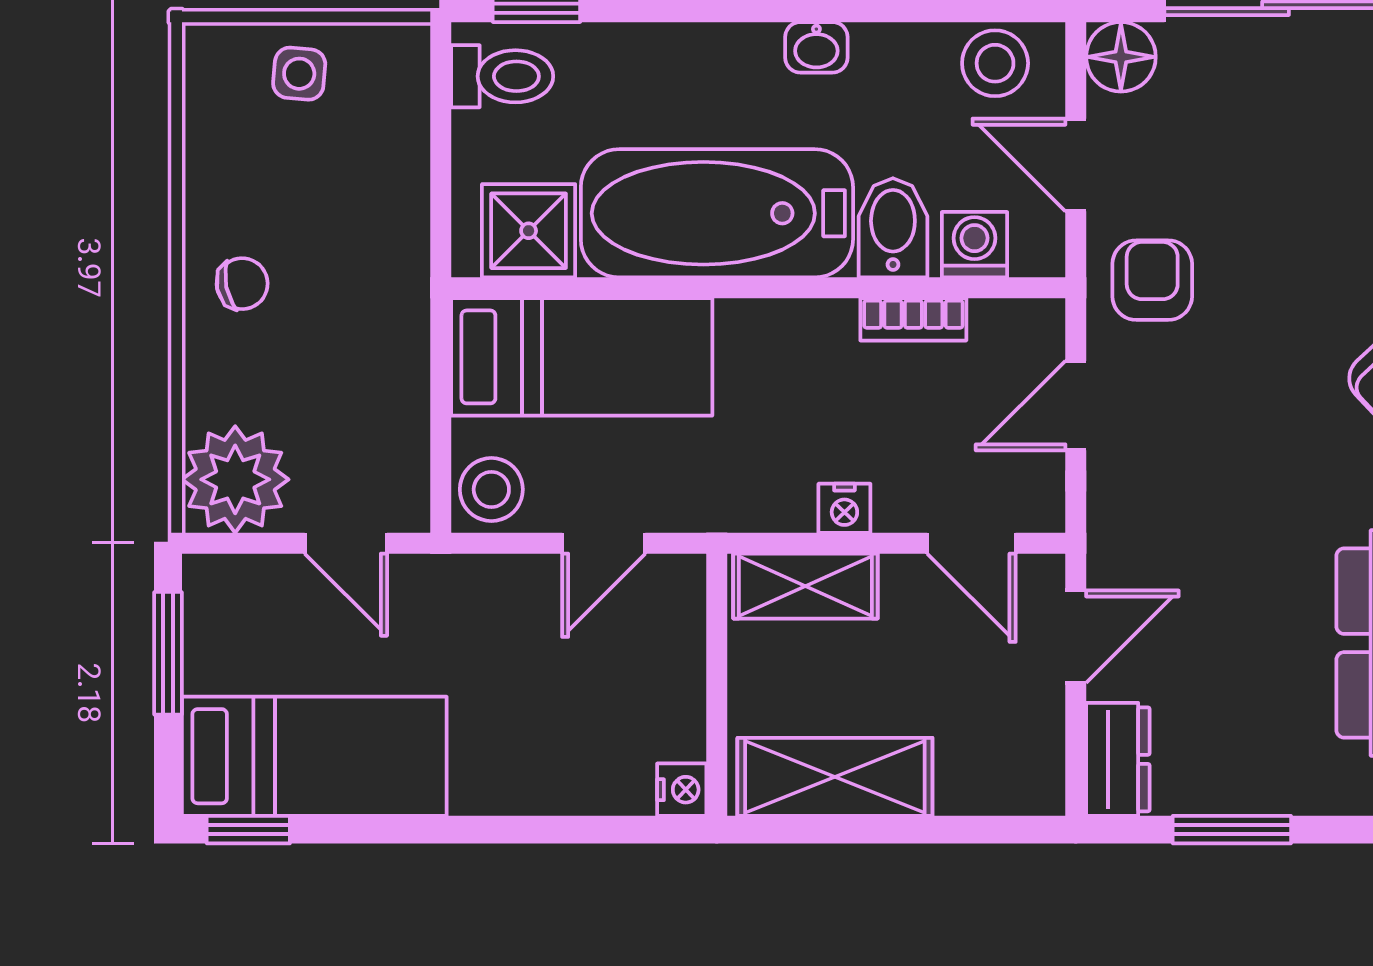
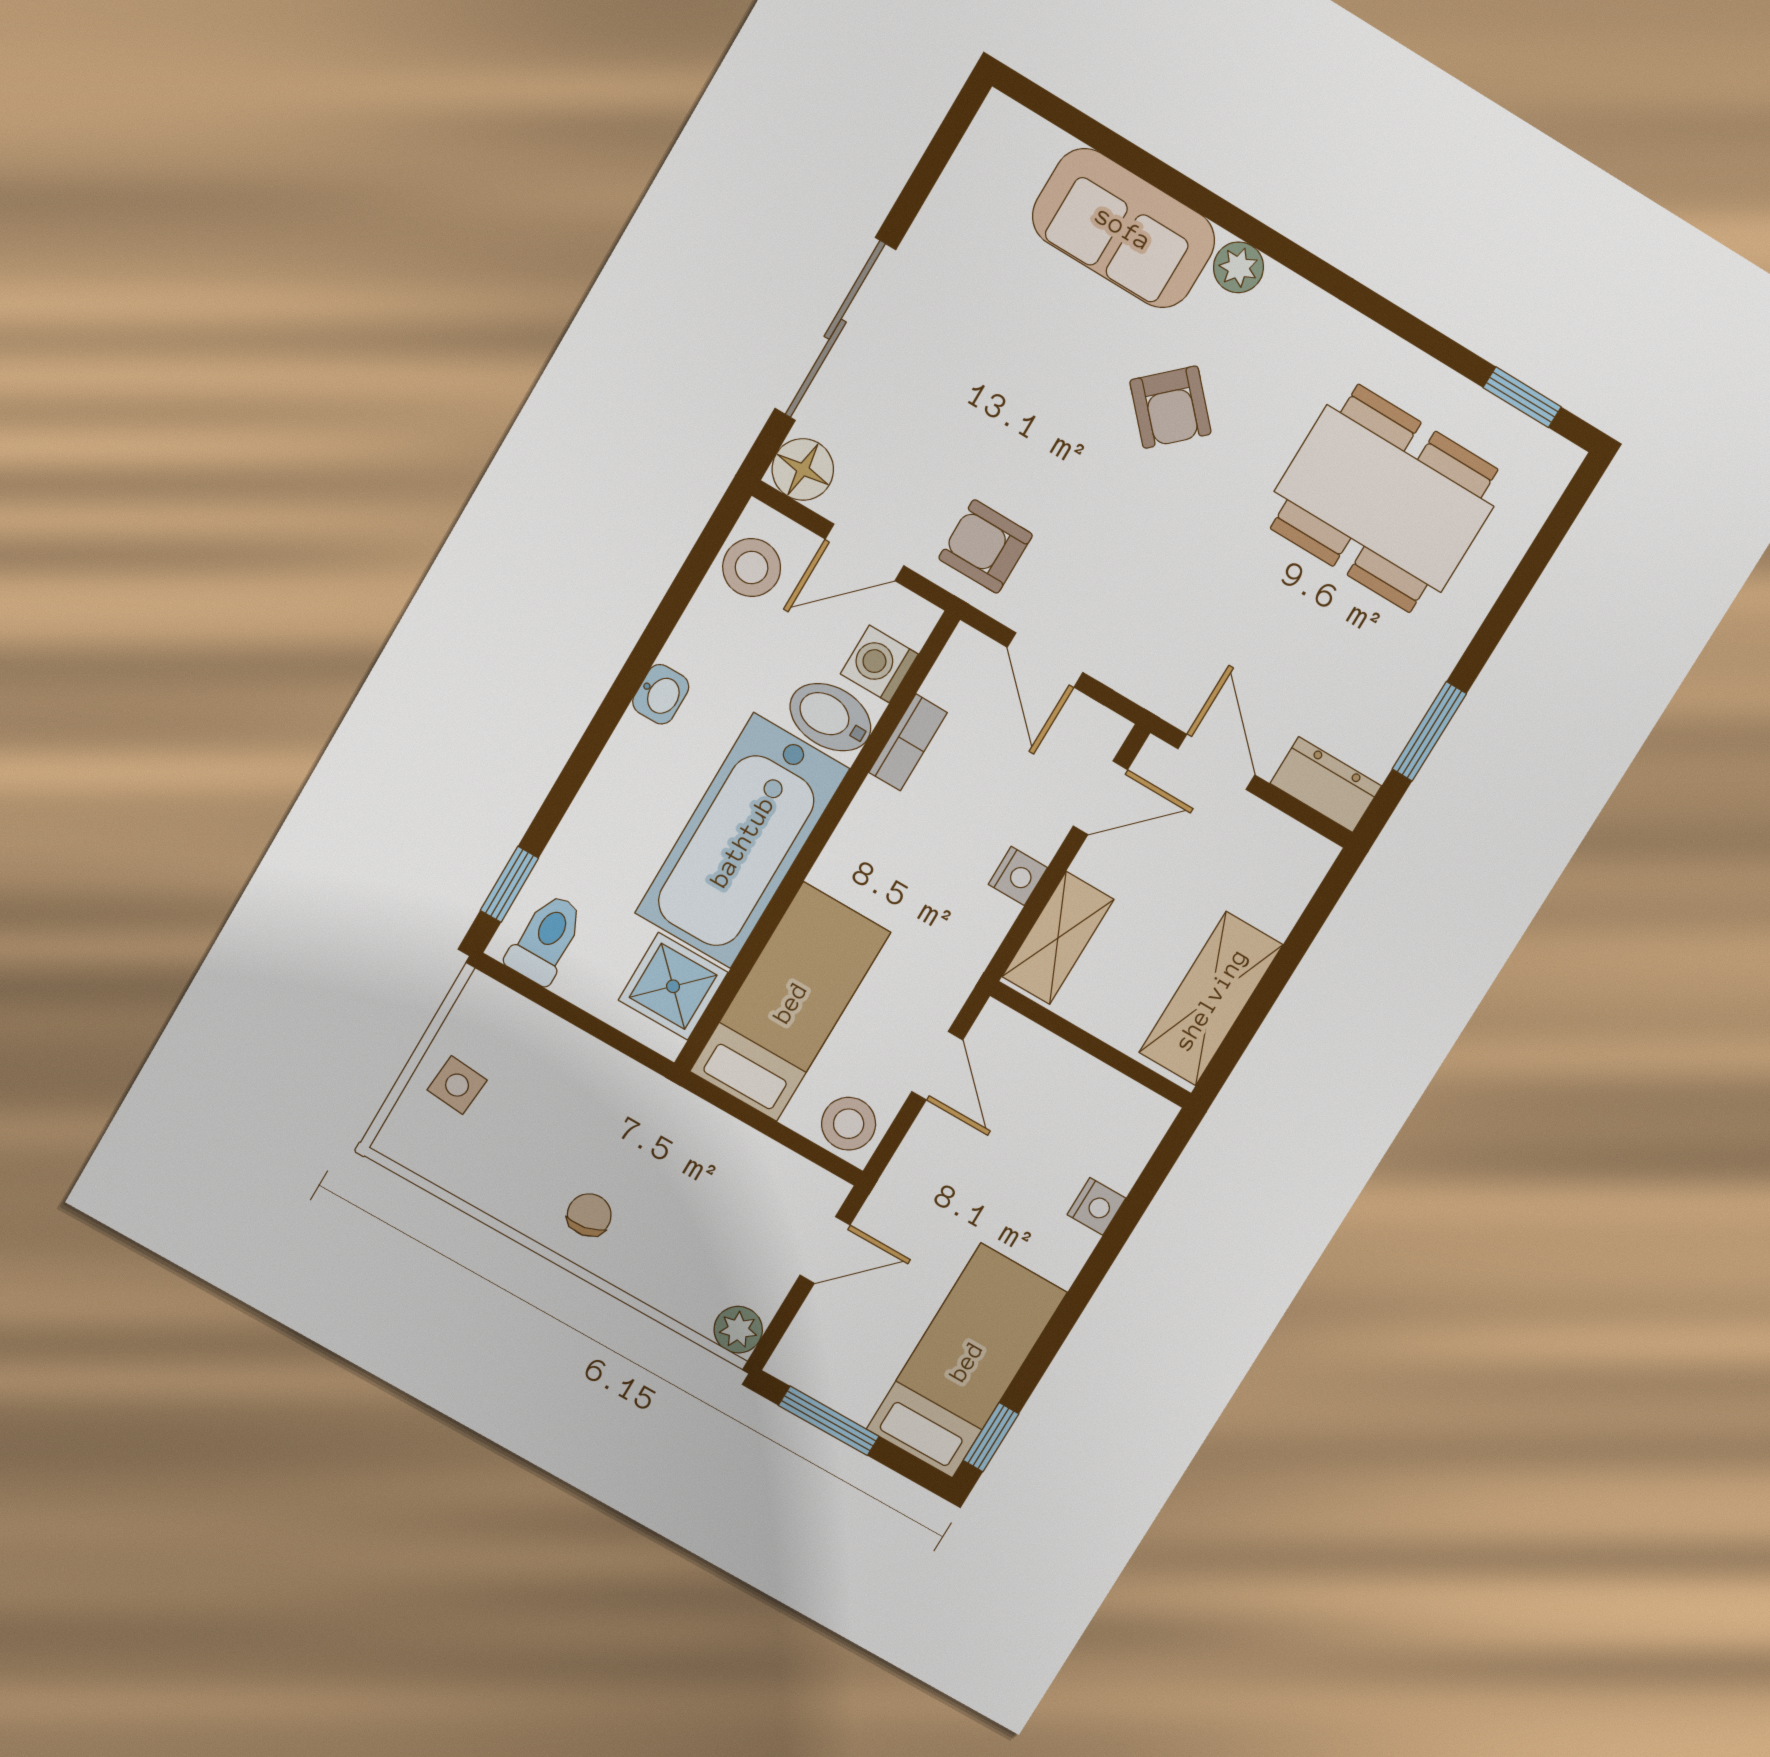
plant: (235, 479) -> (738, 1330), width x0.53, depth x0.53
nightstand: (682, 790) -> (1096, 1206), moved, turned 90

